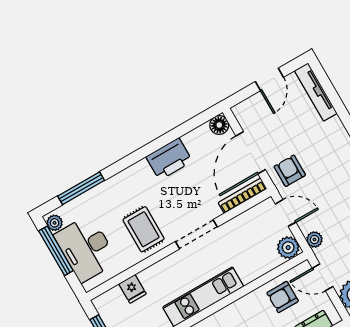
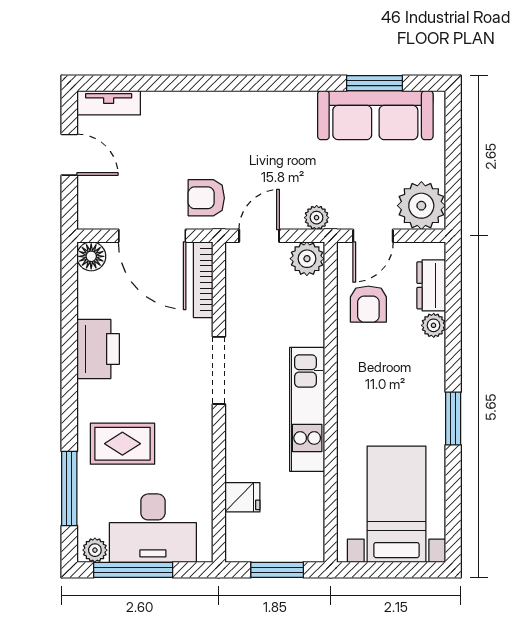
tv unit: (316, 92) -> (109, 103), width x0.71
rug: (144, 229) -> (122, 444), moved

